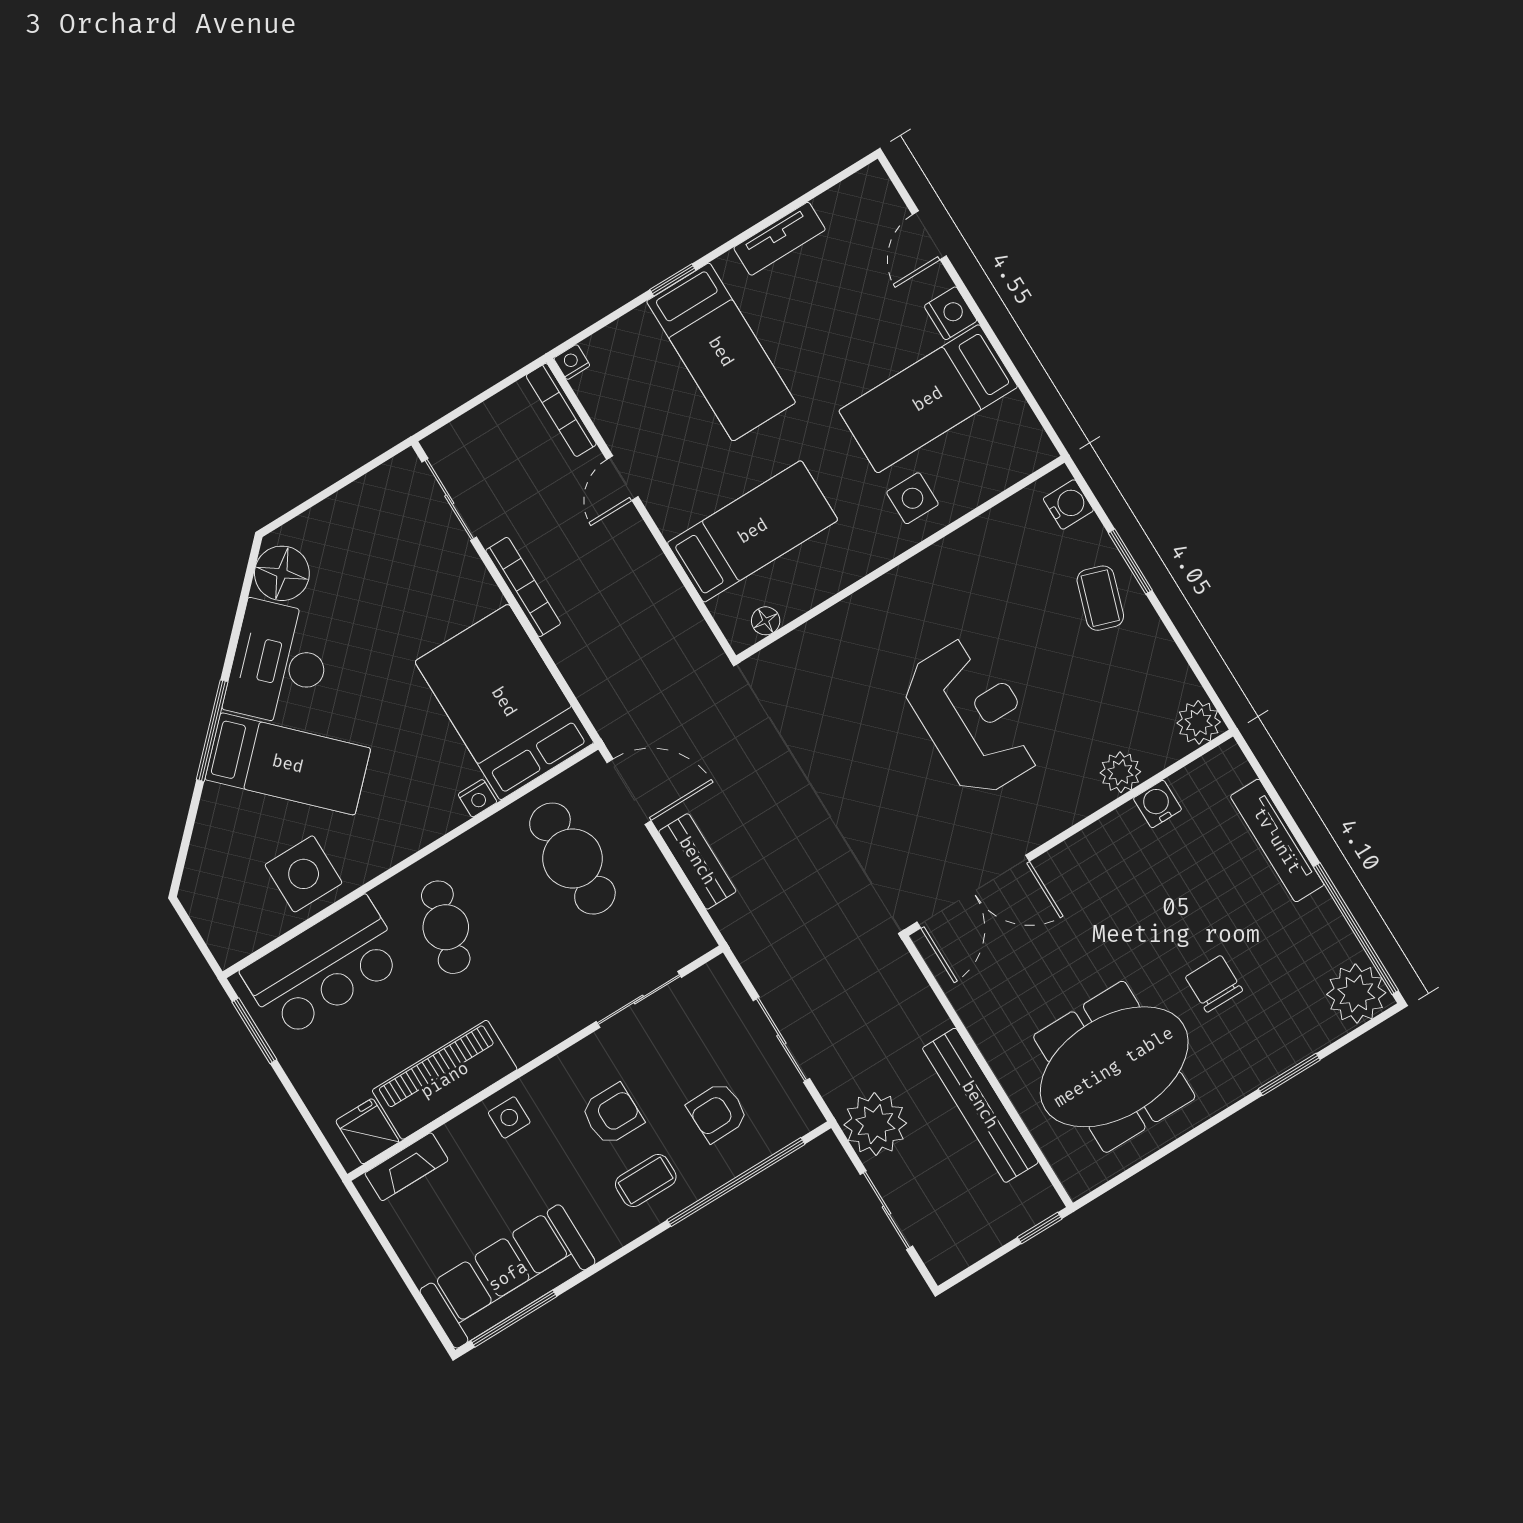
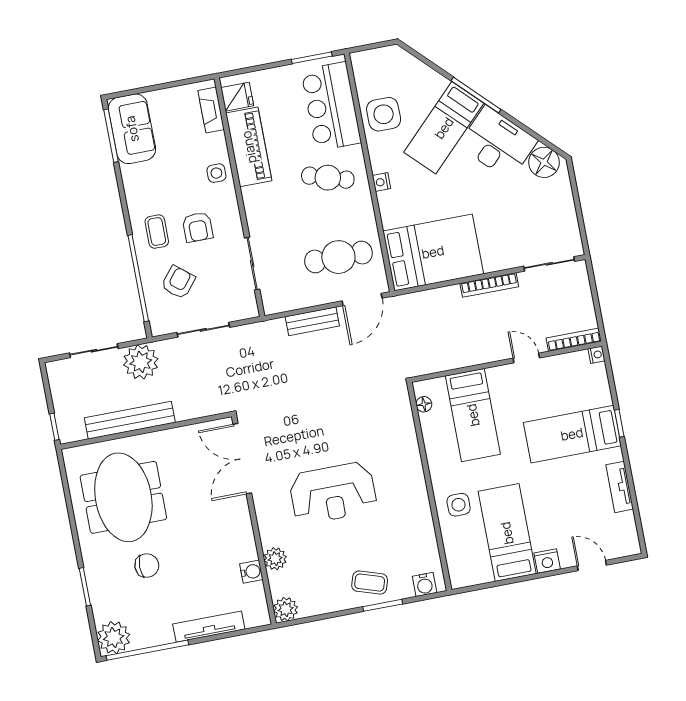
nightstand: (477, 798) -> (381, 182), moved
armchair: (717, 1112) -> (178, 282), turned 40
sofa: (508, 1276) -> (132, 129), width x0.73

